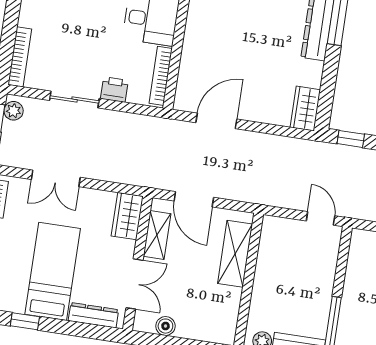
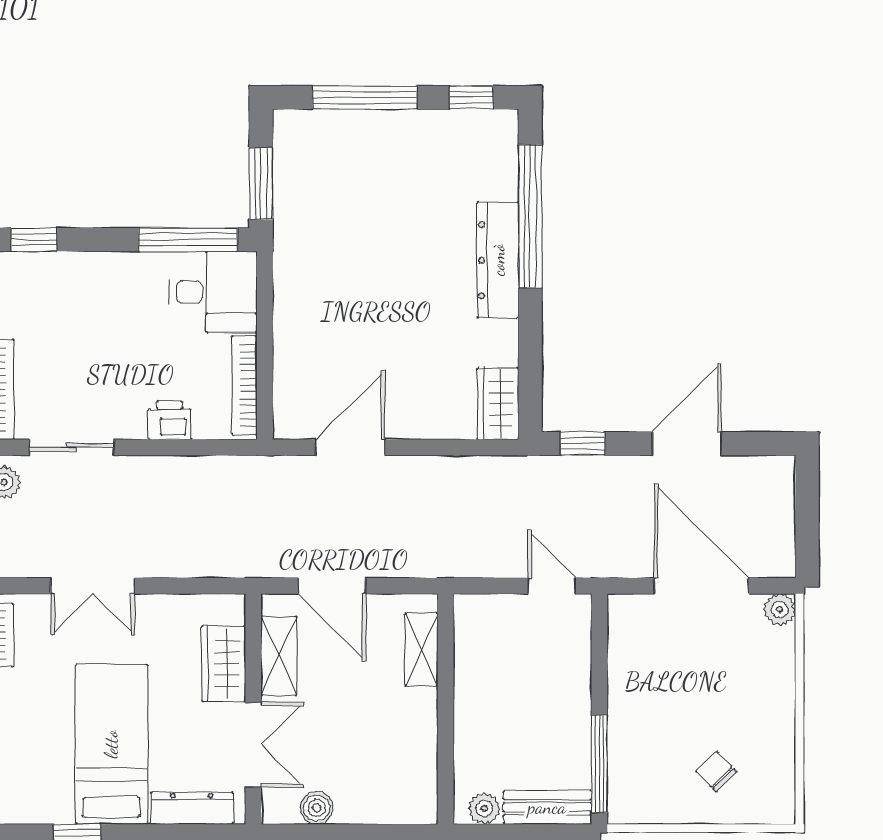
sliding door: (74, 99) -> (72, 447), moved
wardrobe: (127, 216) -> (224, 664), moved
shelving: (235, 254) -> (421, 649), width x0.67, depth x0.75

